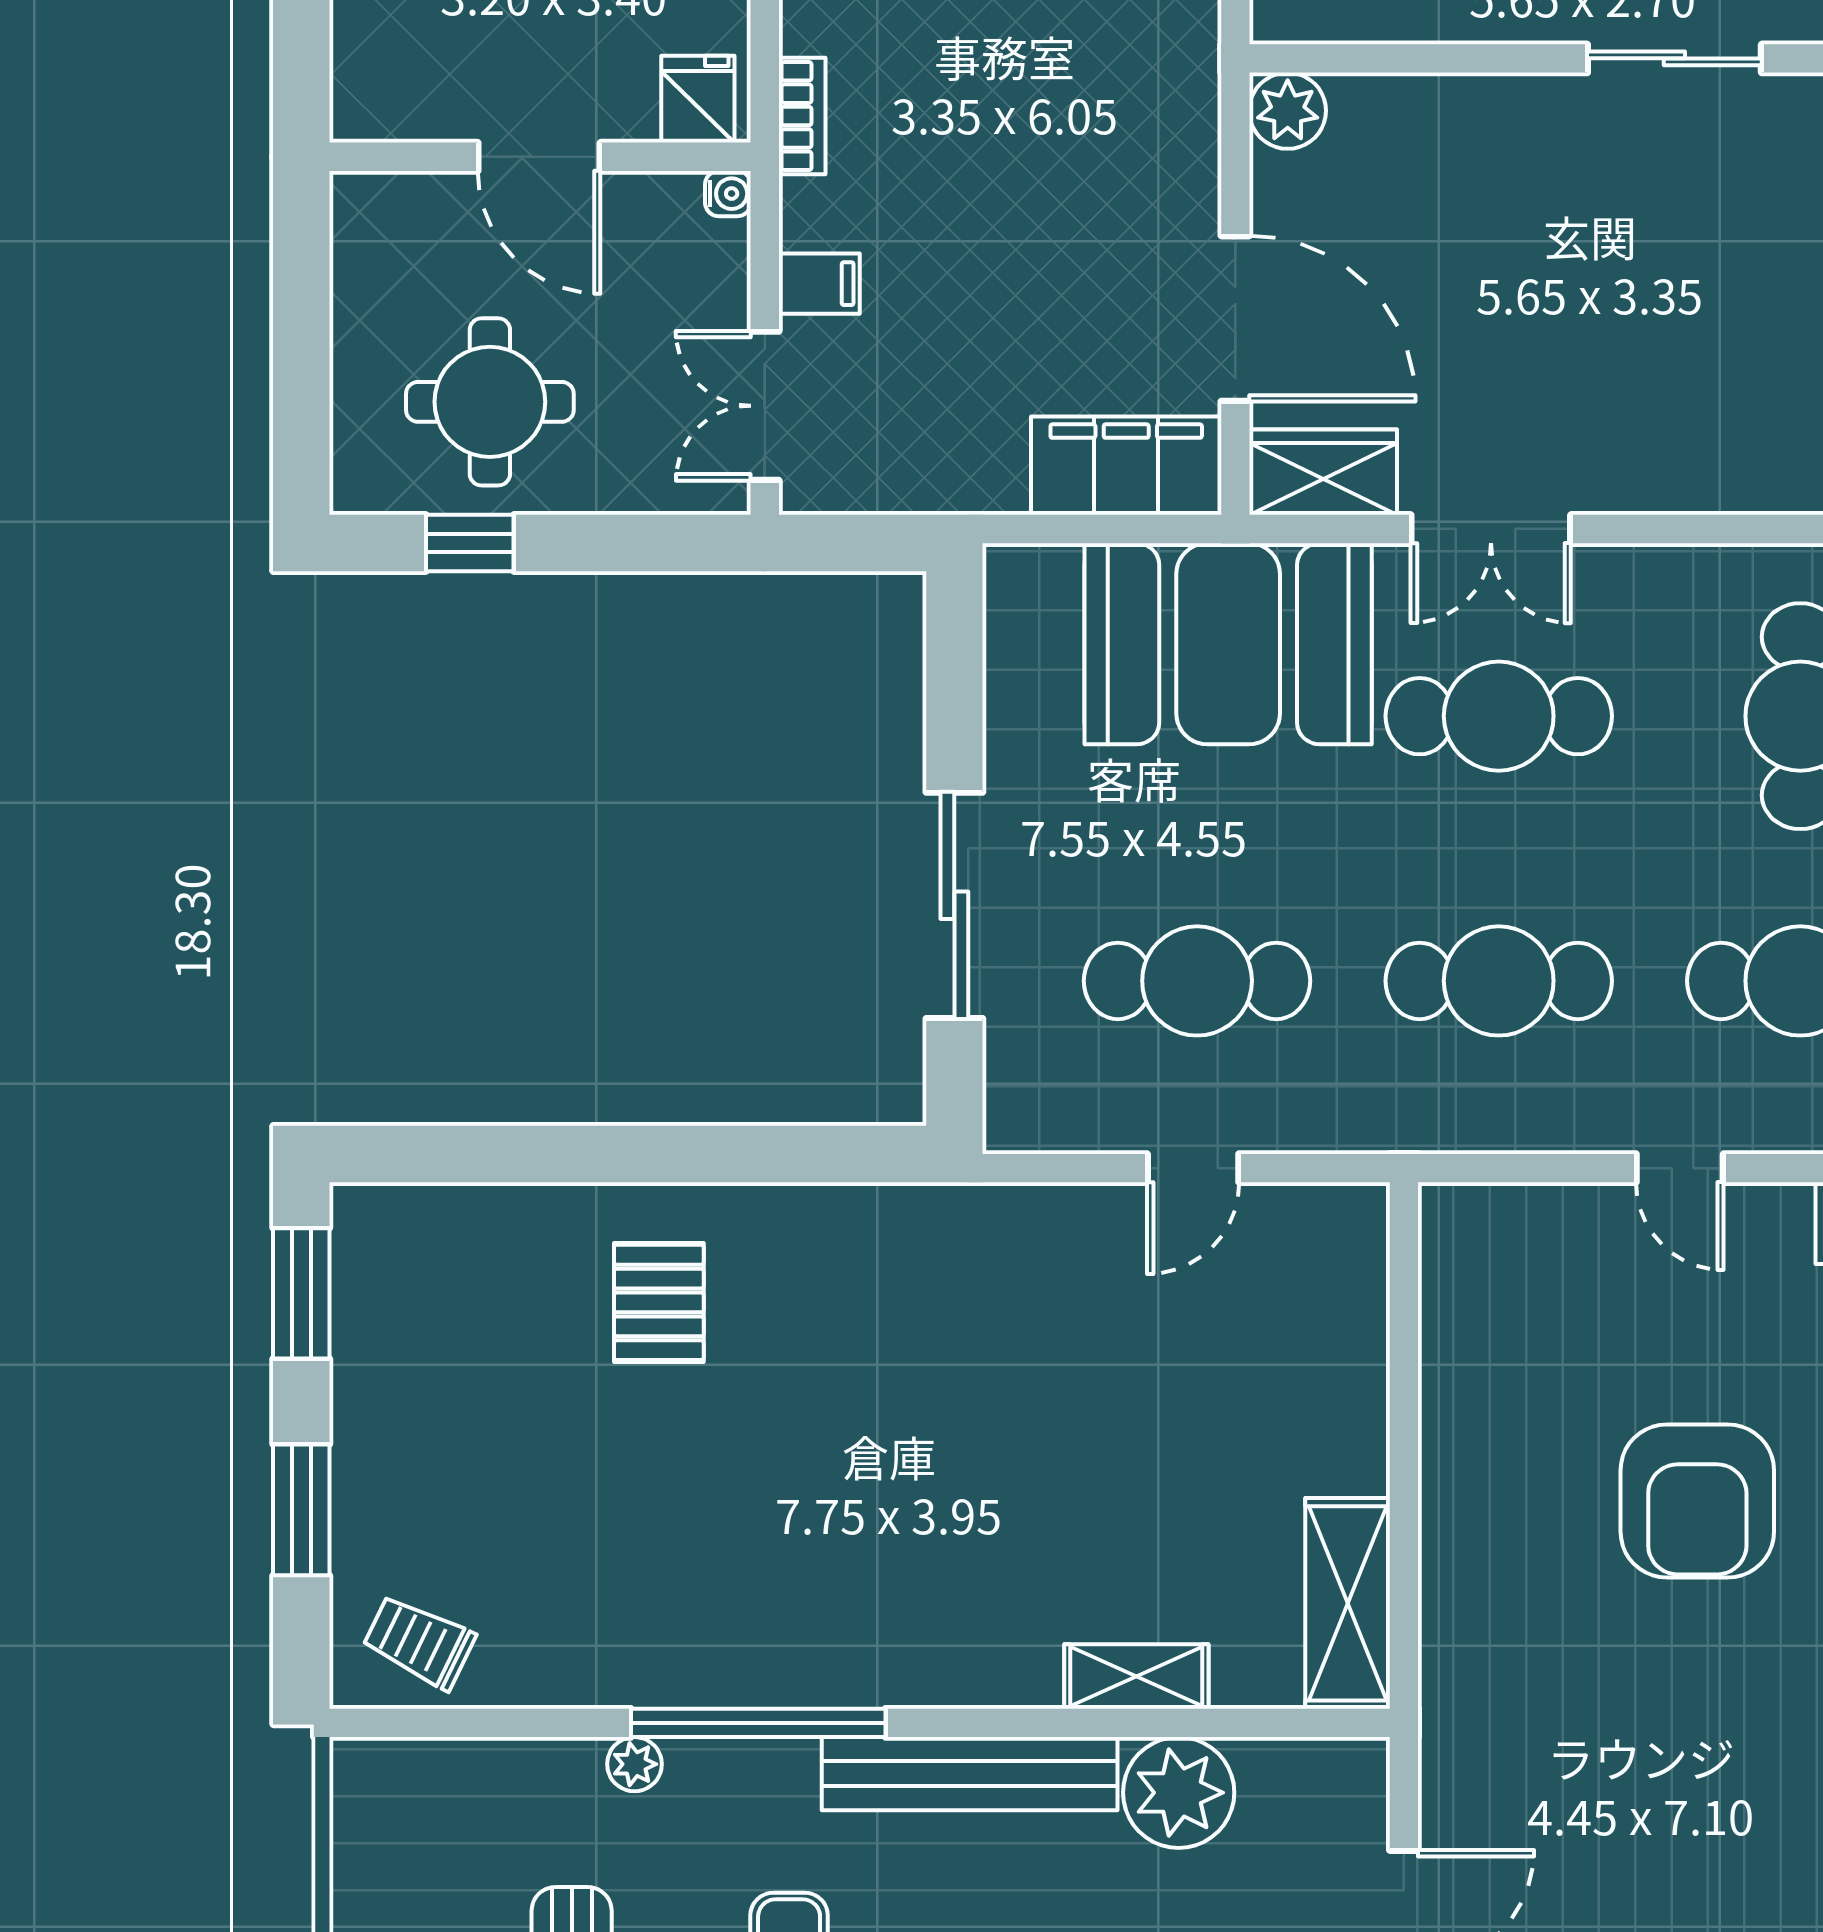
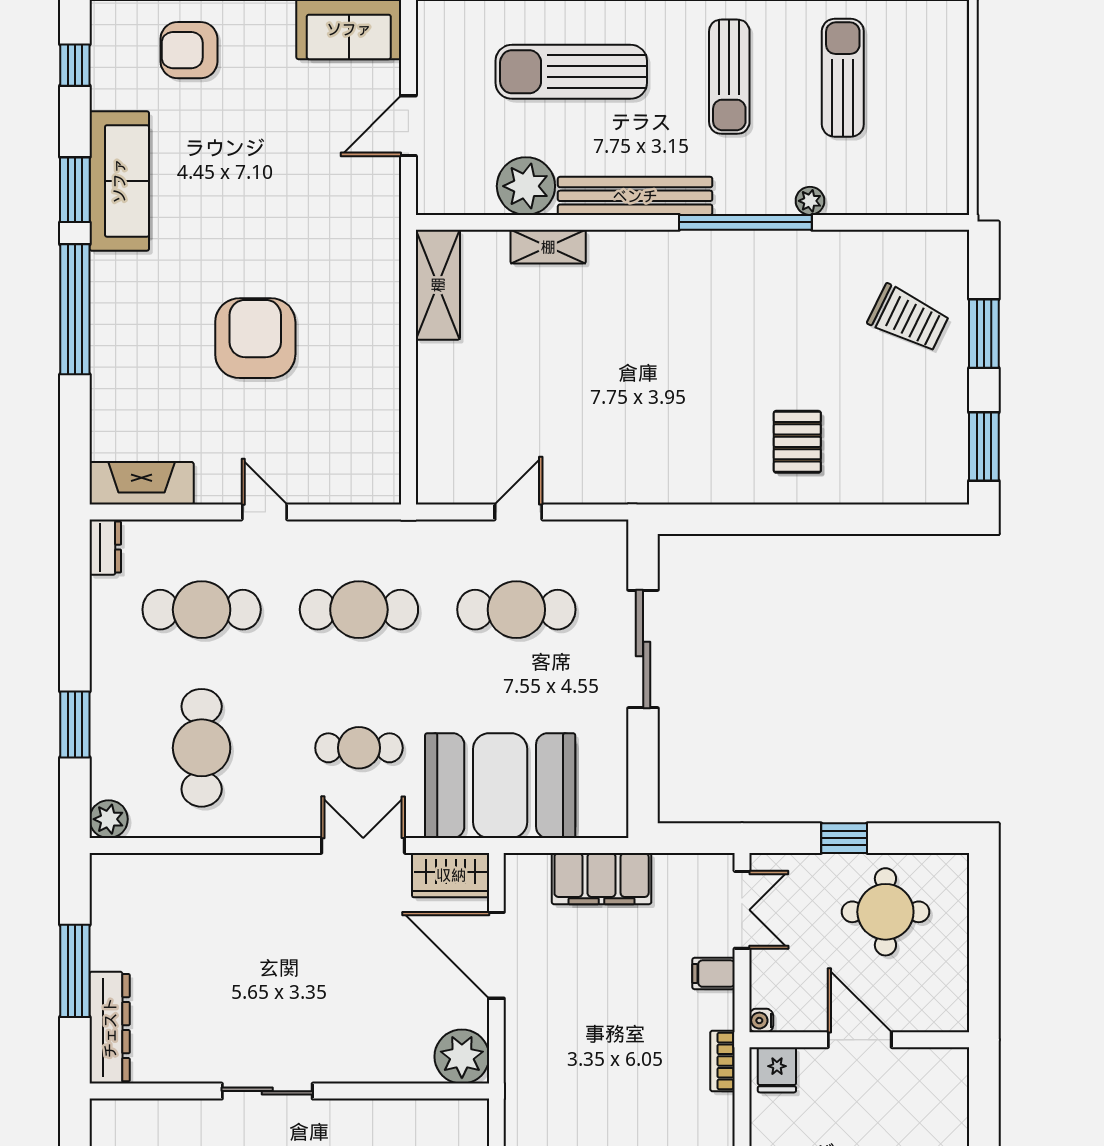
plant: (1288, 111) -> (462, 1057), width x1.36, depth x1.36
filing cabinet: (1126, 466) -> (602, 879), moved
window: (470, 543) -> (844, 838), moved
cafe table: (1499, 716) -> (359, 748), width x0.73, depth x0.74
trolley: (419, 1642) -> (908, 318), moved, width x1.36, depth x1.39

